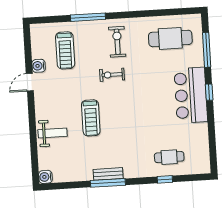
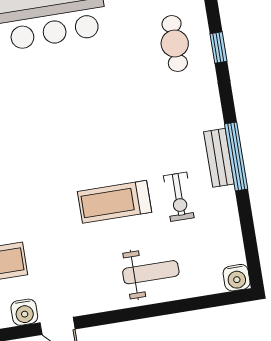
exercise bike: (112, 75) -> (179, 197), moved
treadmill: (91, 118) -> (115, 202), turned 180
weight bench: (53, 133) -> (151, 272), turned 90

